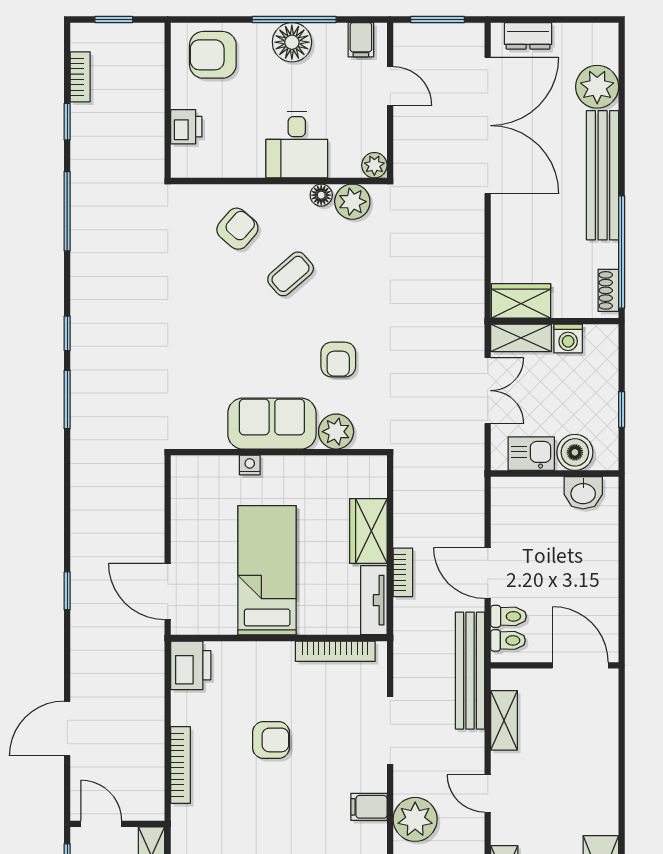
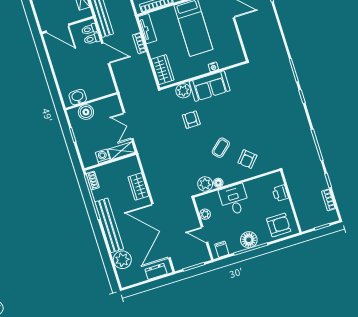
plant: (374, 165) -> (205, 214), moved
wardrobe: (521, 301) -> (138, 186), moved, turned 90
kitchen sink: (531, 454) -> (103, 106), removed
wardrobe: (368, 531) -> (163, 70), moved

